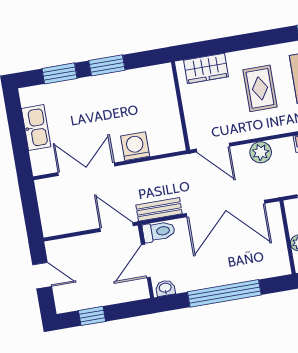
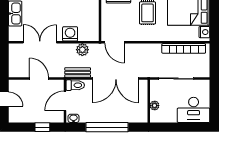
plant: (261, 152) -> (82, 50), moved
door: (117, 227) -> (39, 79), moved
window: (92, 316) -> (42, 127), moved

